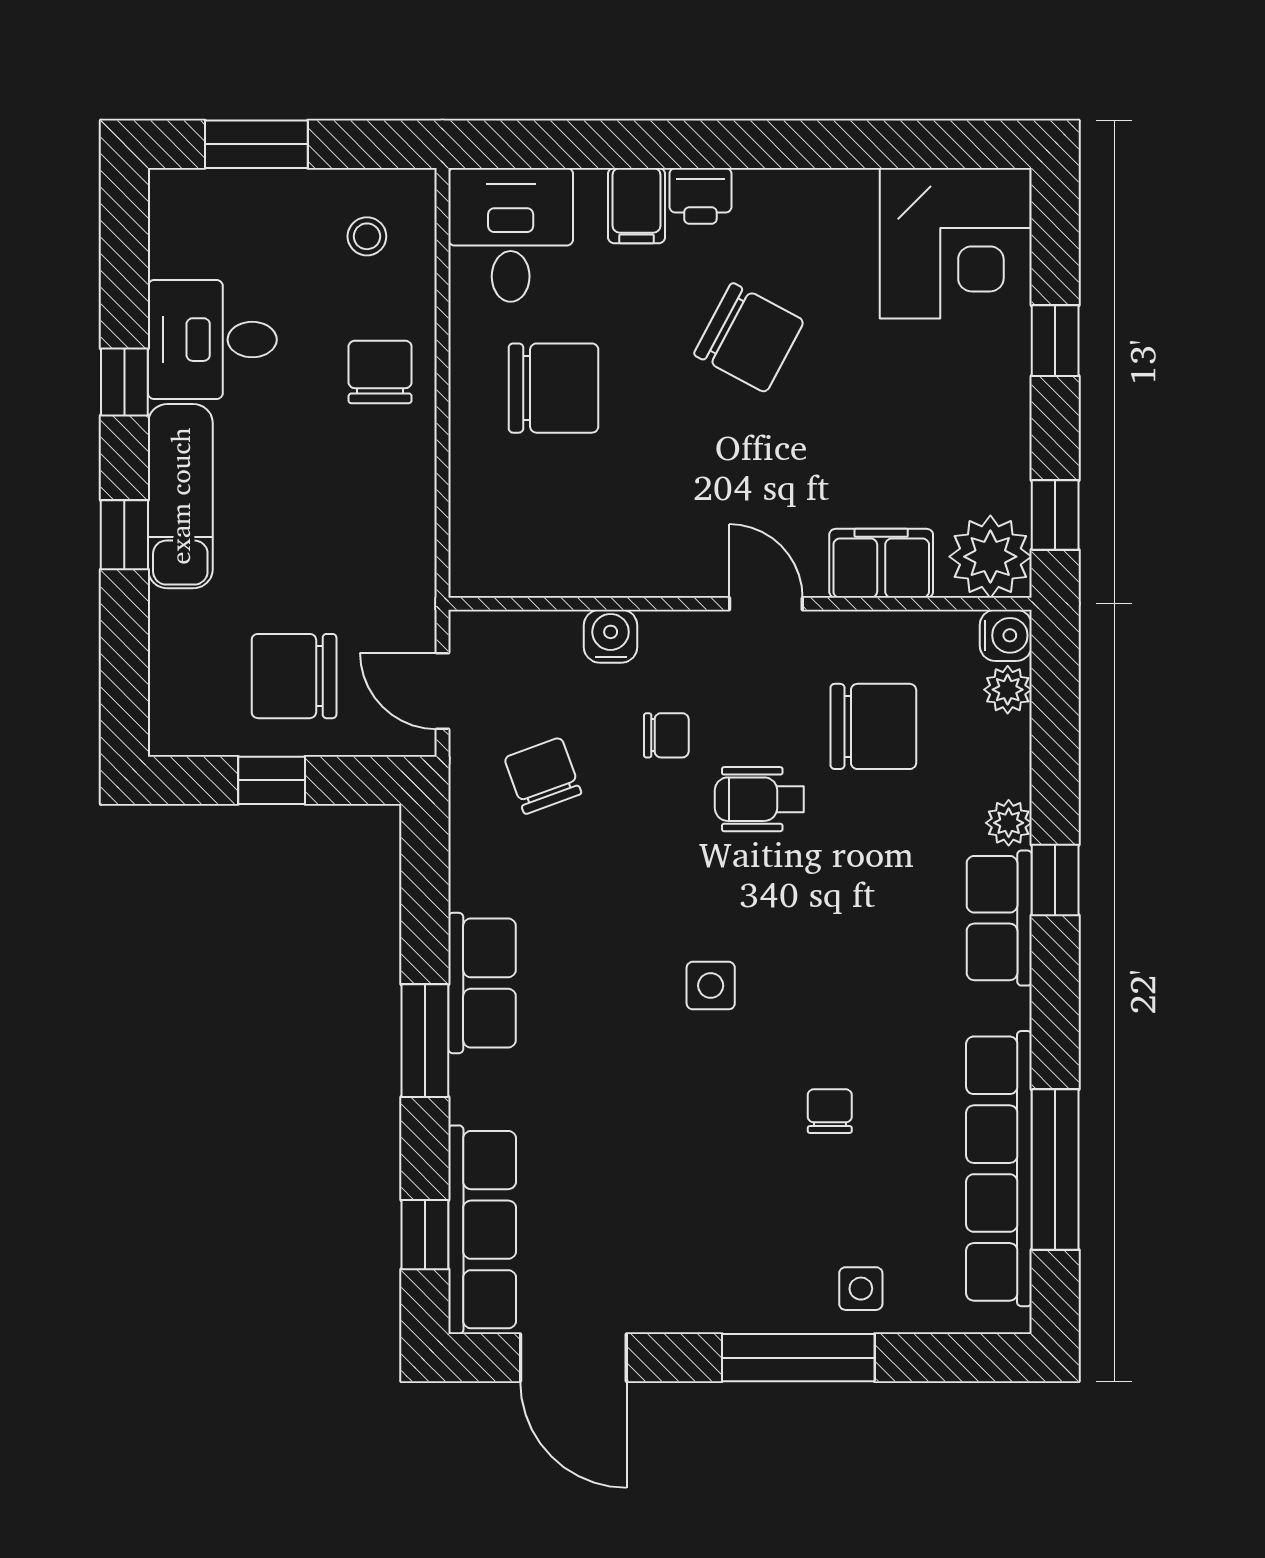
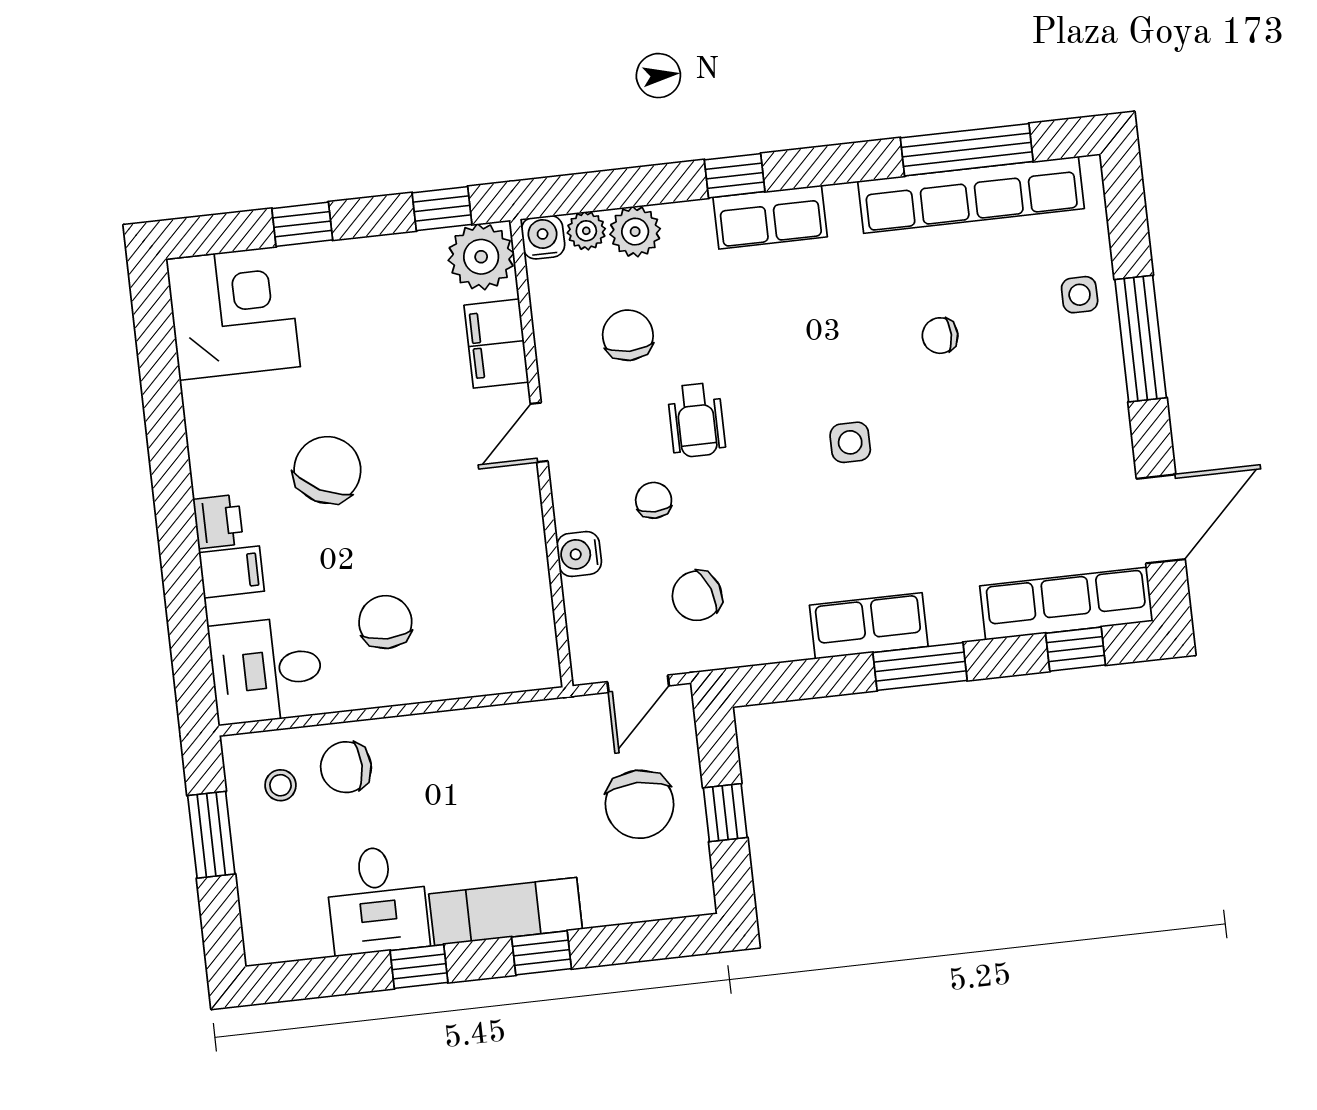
window: (256, 144) -> (211, 835), moved
chair: (380, 372) -> (346, 767), moved
chair: (553, 388) -> (385, 622), width x0.73, depth x0.73
chair: (873, 726) -> (628, 335), width x0.73, depth x0.73
plant: (1009, 823) -> (635, 232), moved, width x1.38, depth x1.38

